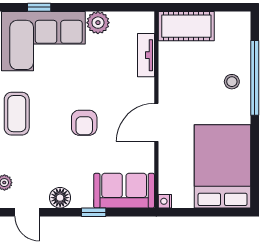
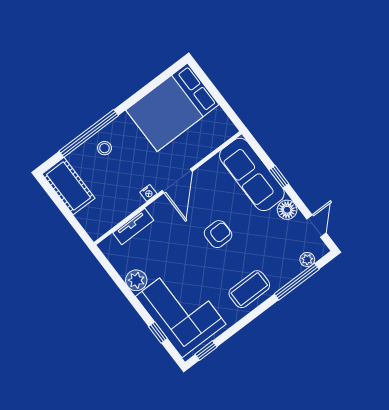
cot: (186, 26) -> (69, 186), moved
door: (156, 122) -> (177, 181), hinge flipped
sofa: (124, 191) -> (252, 174), width x1.36
nightstand: (165, 201) -> (148, 193), moved

